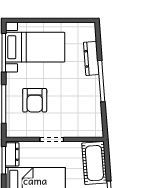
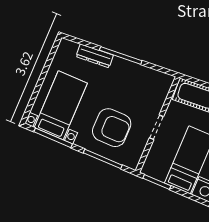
armchair: (35, 100) -> (112, 128), width x1.36, depth x1.36
dresser: (12, 154) -> (155, 171), removed

